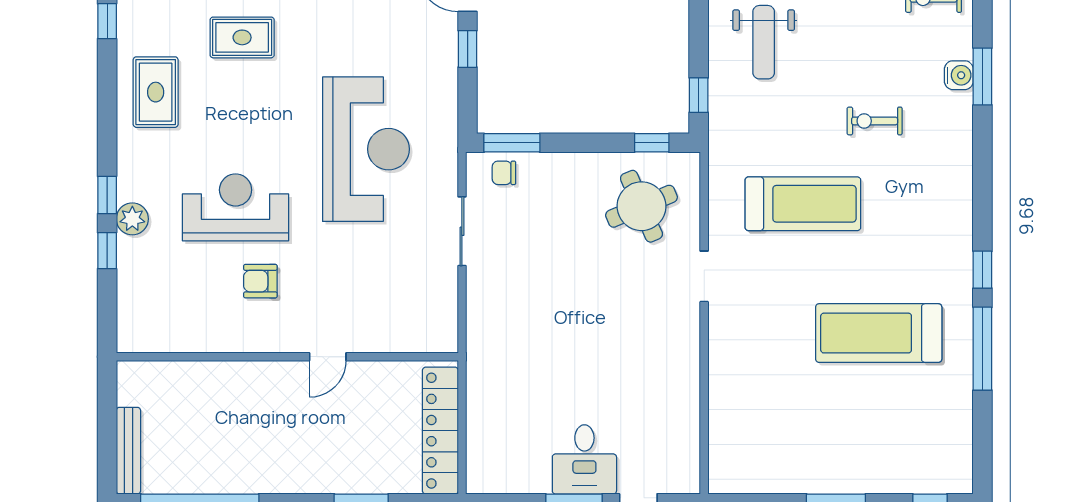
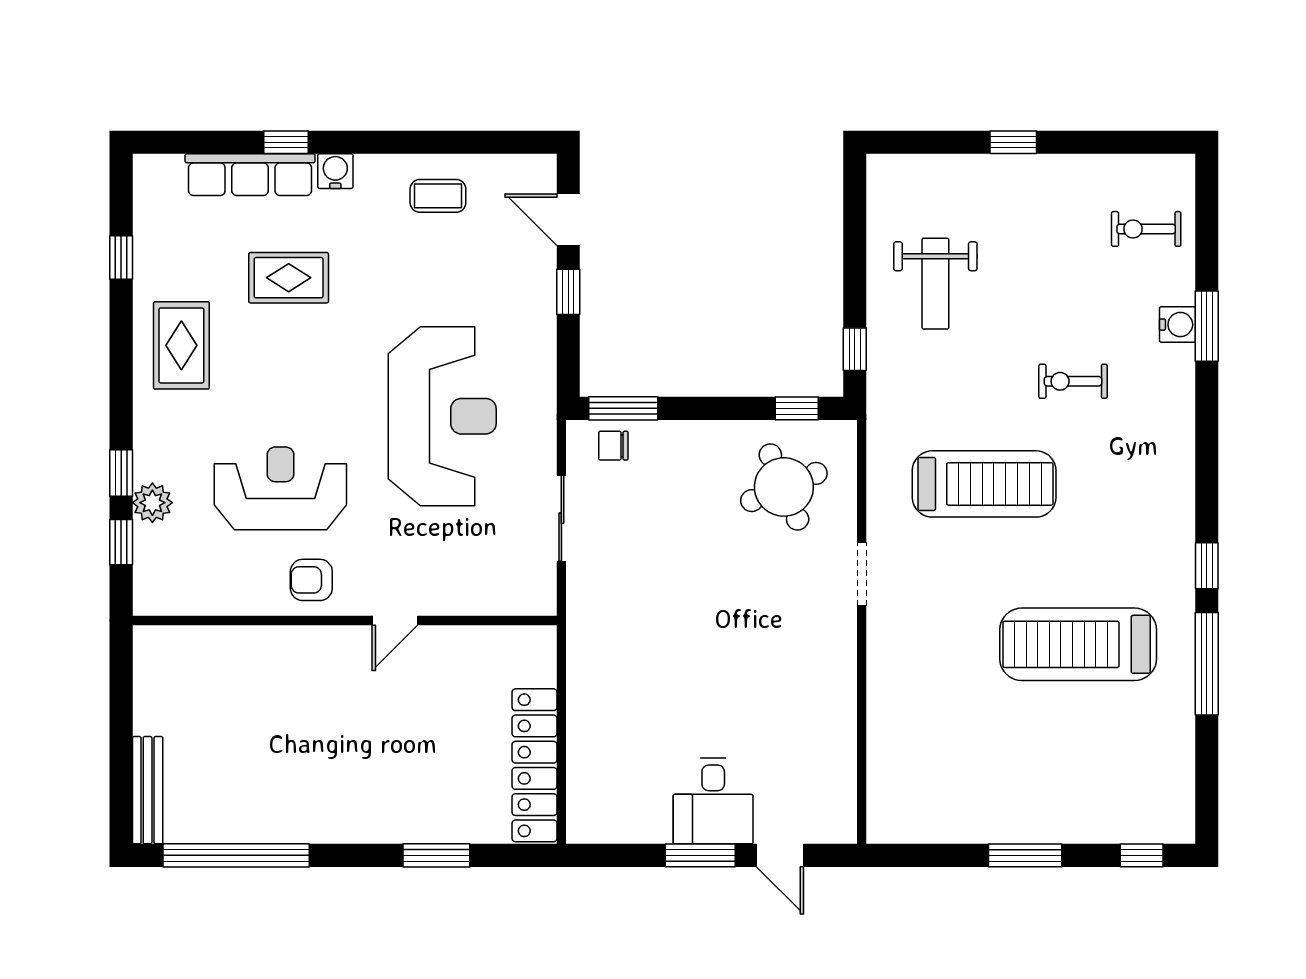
wall: (287, 357) -> (345, 620), moved
door: (328, 357) -> (395, 620), moved

